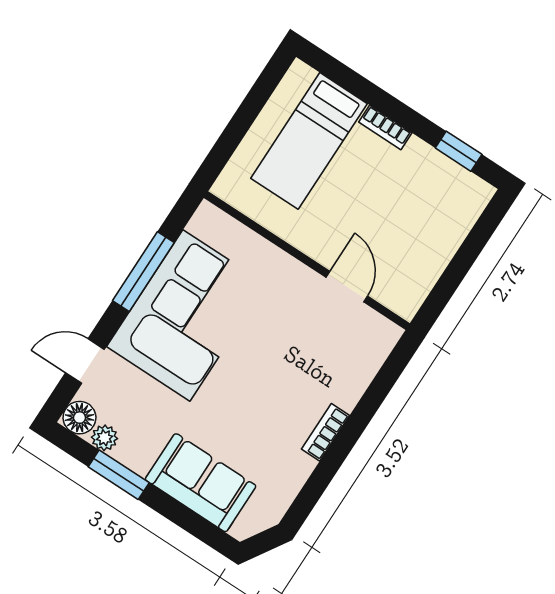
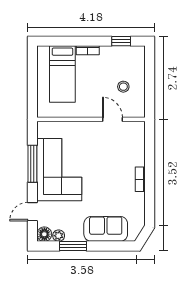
stool: (407, 239) -> (123, 87), added

